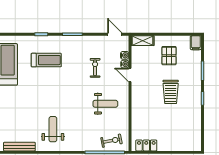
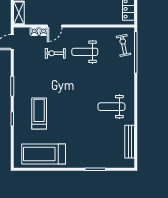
exercise bike: (95, 68) -> (55, 53), moved
weight bench: (105, 104) -> (85, 52), turned -90

